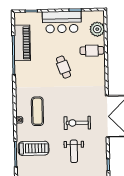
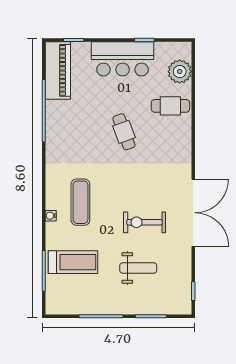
piano: (22, 43) -> (58, 70), moved
weight bench: (74, 151) -> (138, 268), turned -90

